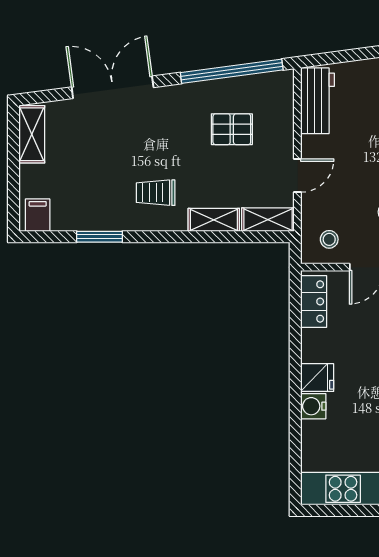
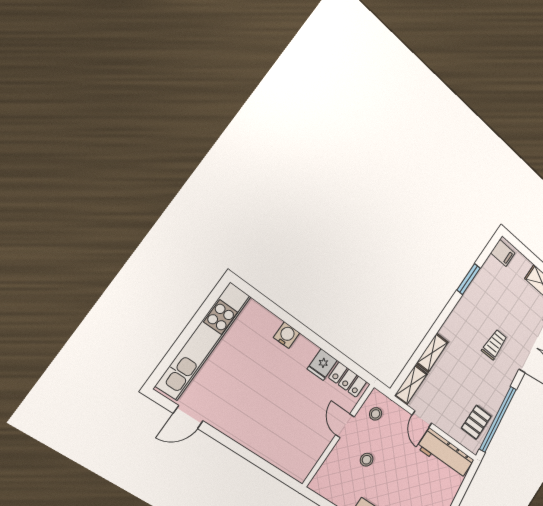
workbench: (318, 101) -> (446, 454), width x1.38
pallet: (232, 129) -> (476, 422), moved
trolley: (156, 193) -> (494, 345), moved
fridge: (317, 378) -> (322, 365), moved

